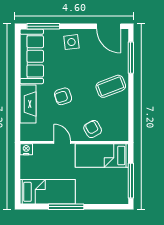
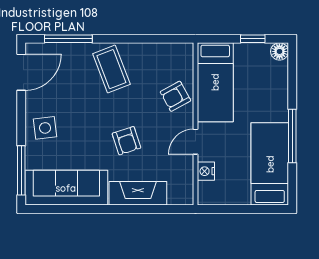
nightstand: (26, 149) -> (206, 171), moved
window: (131, 181) -> (253, 39), width x0.46
floor lamp: (122, 198) -> (279, 51), added

